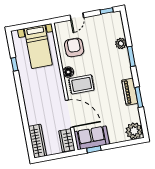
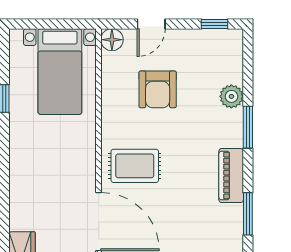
armchair: (74, 47) -> (158, 89), moved, turned 180
floor lamp: (68, 72) -> (112, 40), moved
piano: (130, 92) -> (231, 176), moved

